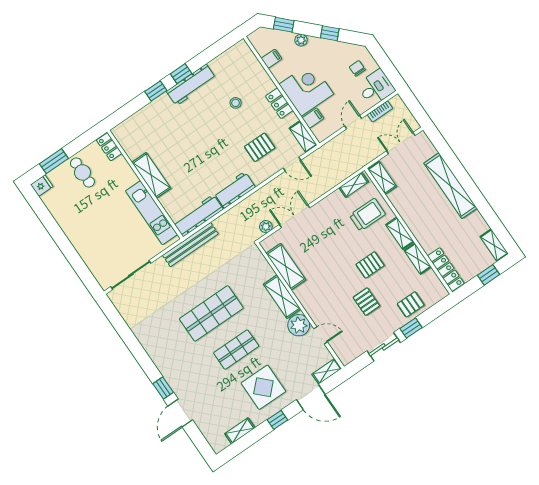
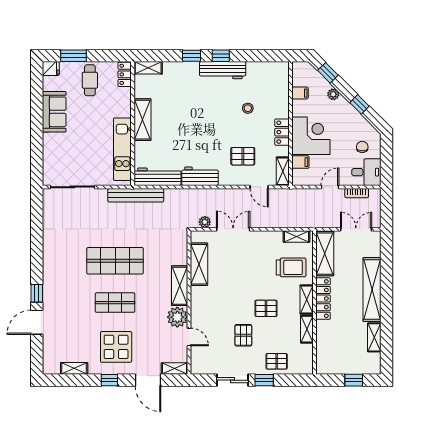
shelving: (125, 127) -> (148, 68), added
shelving: (382, 178) -> (325, 254), width x1.50, depth x1.33
sofa: (70, 221) -> (54, 112), added
shelving: (494, 245) -> (374, 337), moved
locker: (446, 270) -> (323, 299), moved

